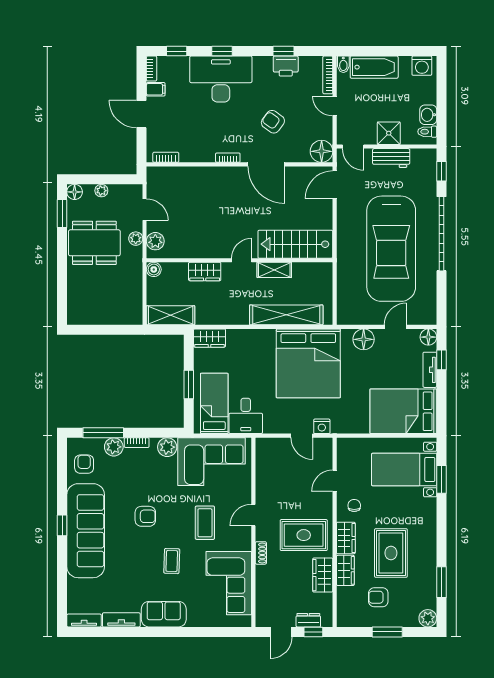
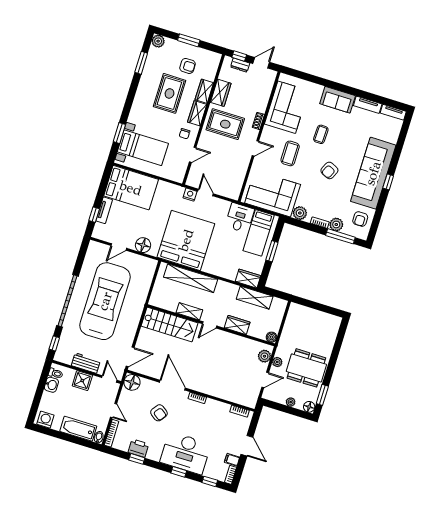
door: (145, 210) -> (265, 380), swing flipped
shelving: (171, 315) -> (255, 298), moved
floor lamp: (428, 337) -> (98, 233), removed
armchair: (145, 516) -> (329, 170), turned -65

